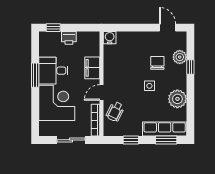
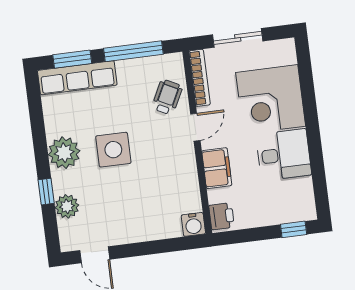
printer: (69, 38) -> (222, 216), moved, turned 90
chair: (157, 63) -> (105, 191), removed
window: (35, 75) -> (314, 143), removed
side table: (149, 86) -> (113, 150), width x1.87, depth x1.87
plant: (177, 99) -> (64, 153), moved
window: (131, 140) -> (133, 51), width x2.17

